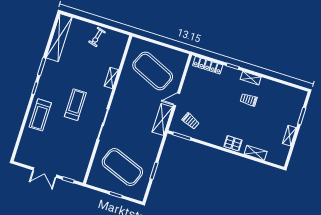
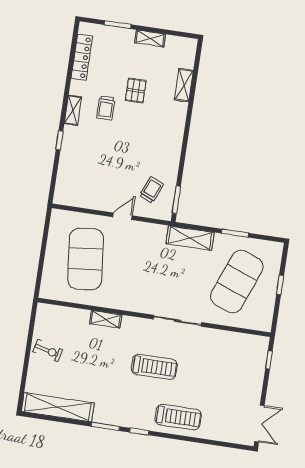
locker: (208, 65) -> (82, 57), moved
exercise mat: (153, 71) -> (86, 259), turned -30
door: (177, 99) -> (122, 216), swing flipped
treadmill: (75, 105) -> (154, 367), turned 180
shelving: (162, 119) -> (190, 238), moved
pallet: (233, 143) -> (136, 90), moved
double door: (45, 172) -> (259, 424), moved

